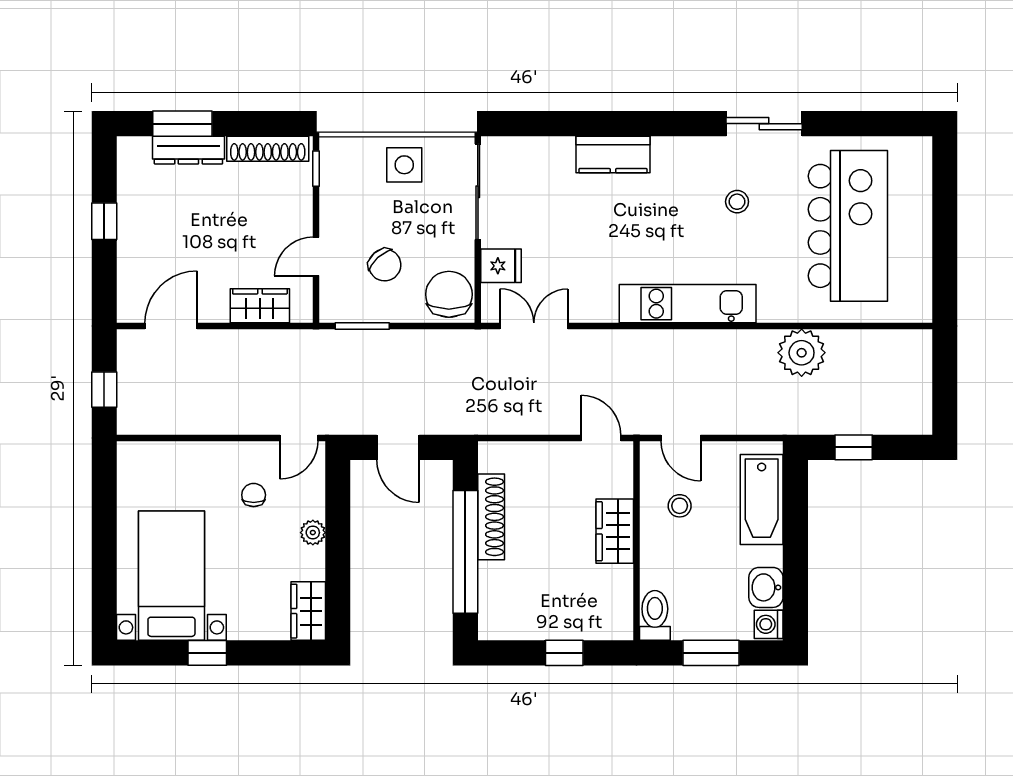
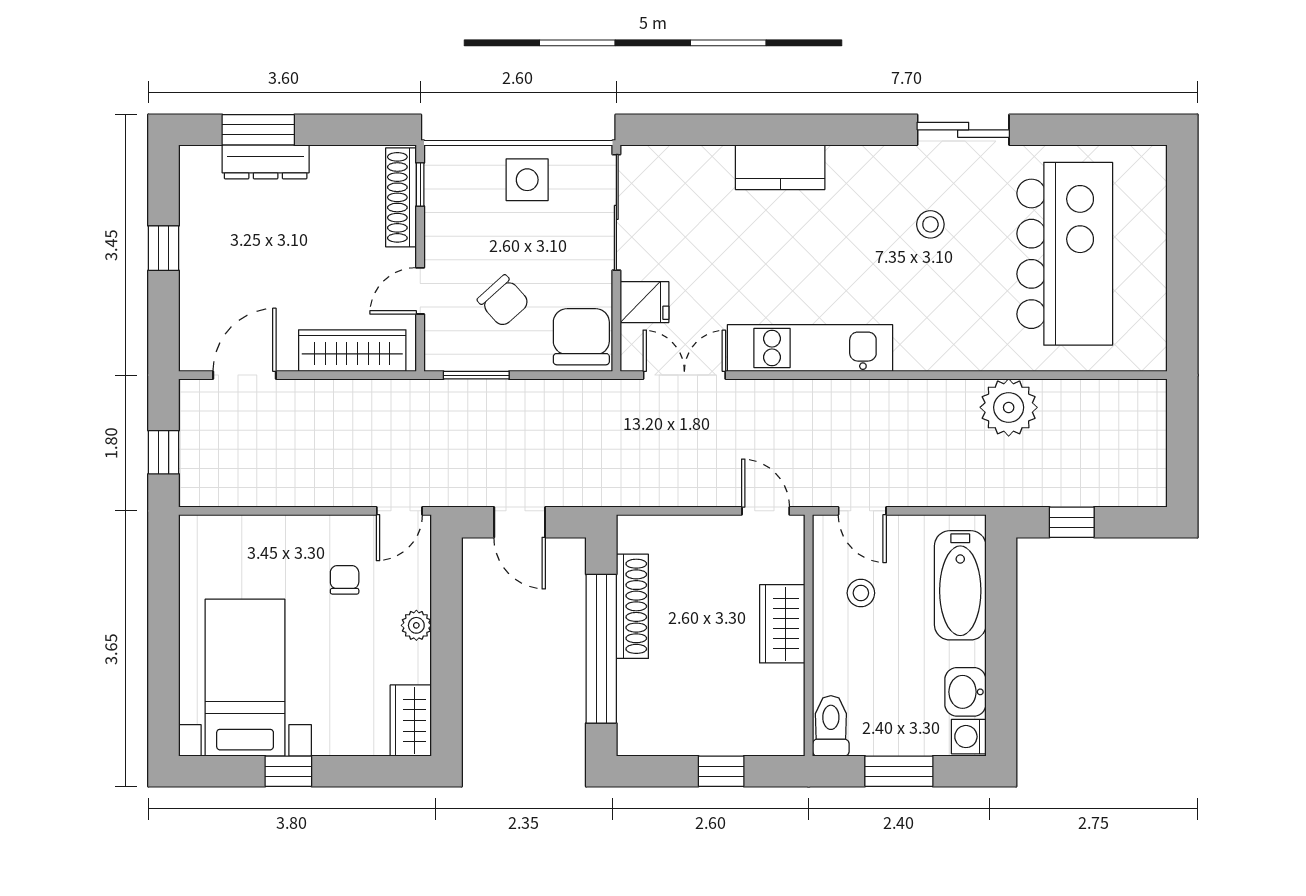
shoe rack: (268, 149) -> (401, 197), moved, turned 90
kitchen unit: (688, 304) -> (810, 348), moved
wardrobe: (260, 306) -> (352, 351), width x1.50

